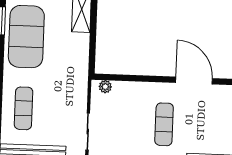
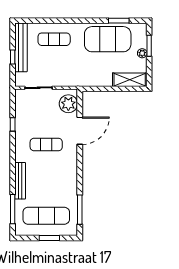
door: (194, 80) -> (80, 131), moved
plant: (105, 87) -> (68, 104), width x1.87, depth x1.87

